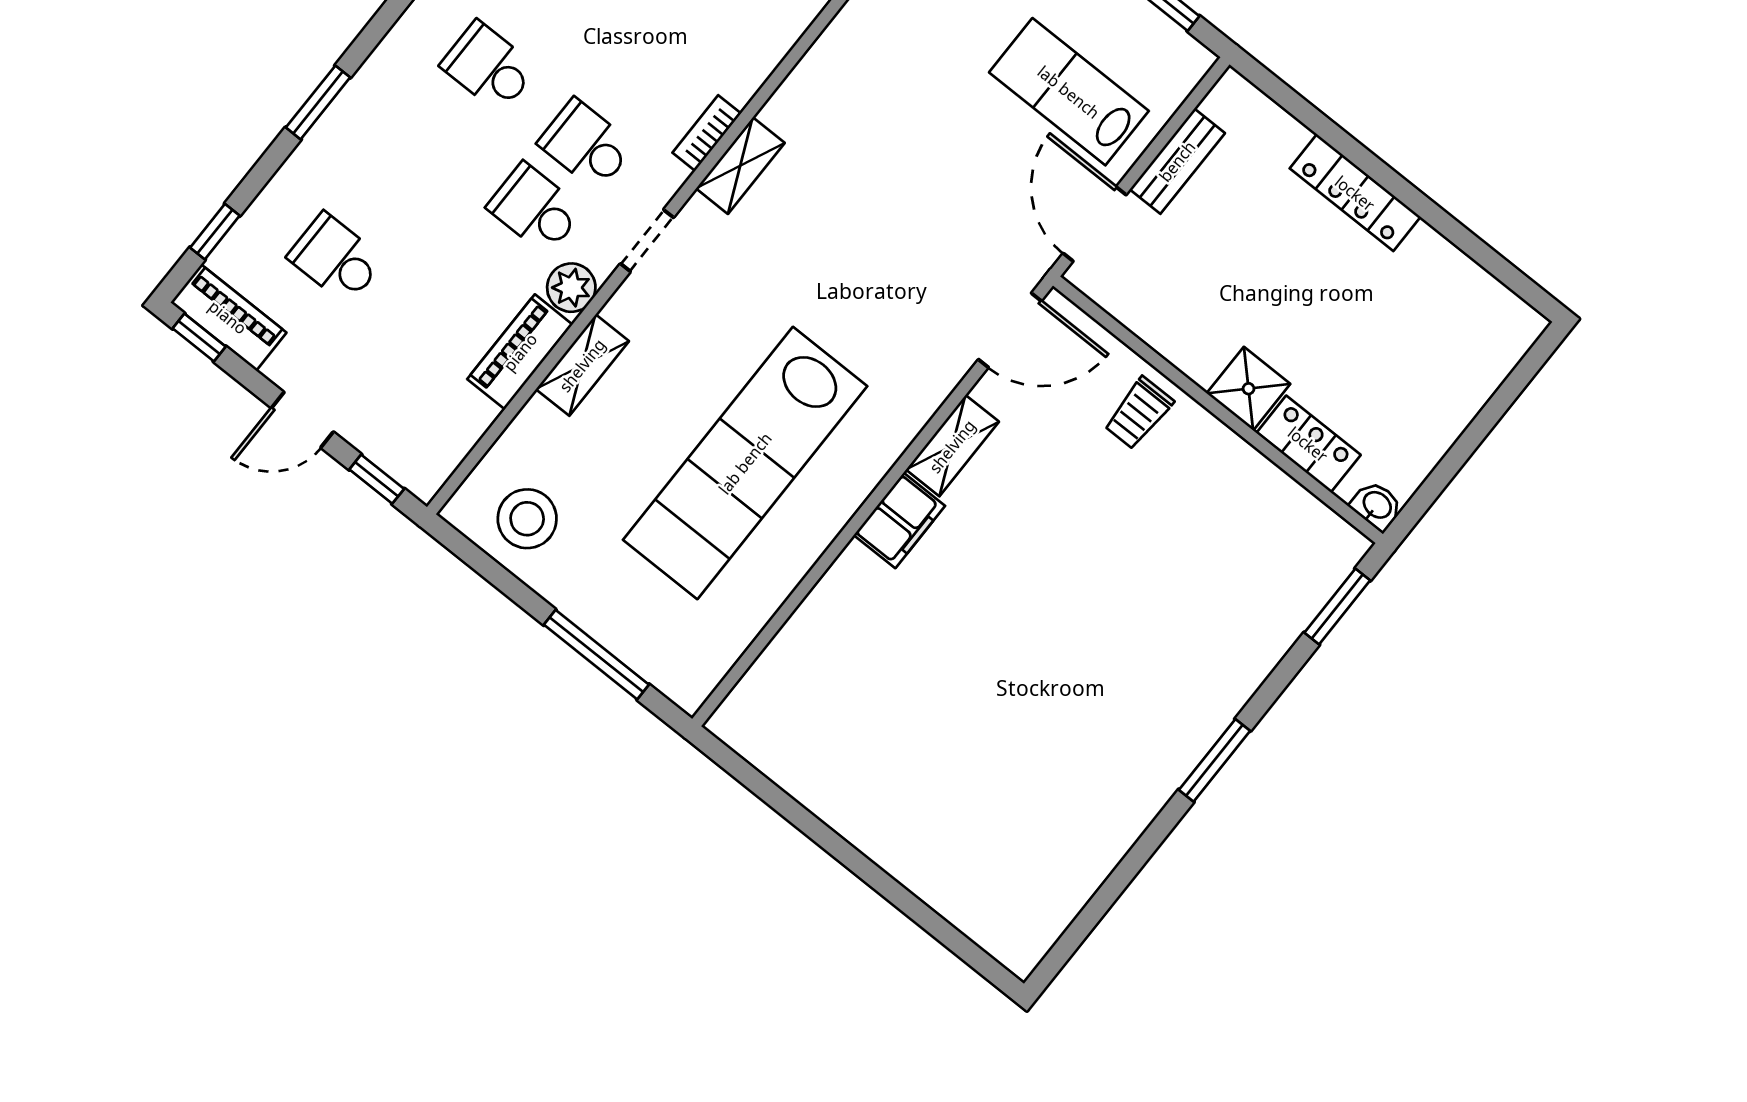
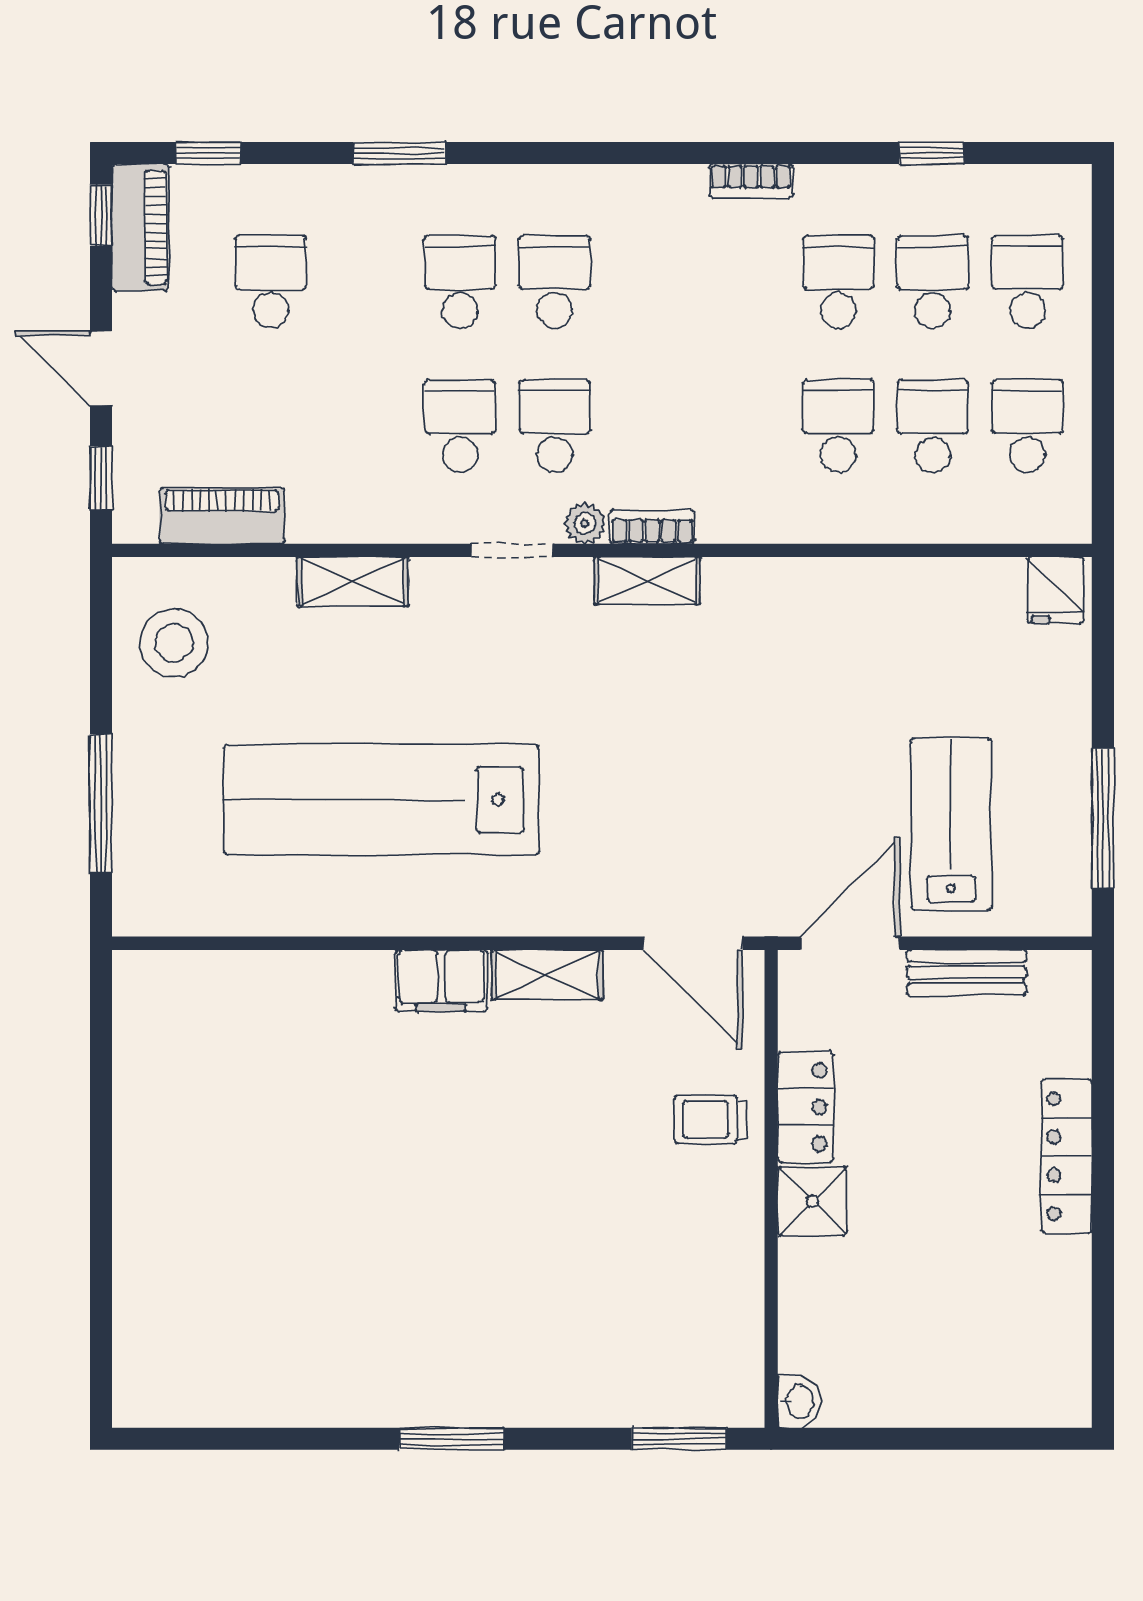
school desk: (438, 131) -> (460, 282), added
plant: (571, 288) -> (585, 523), moved, width x0.73, depth x0.73
piano: (520, 352) -> (222, 516), moved
locker: (1308, 444) -> (806, 1107), moved

